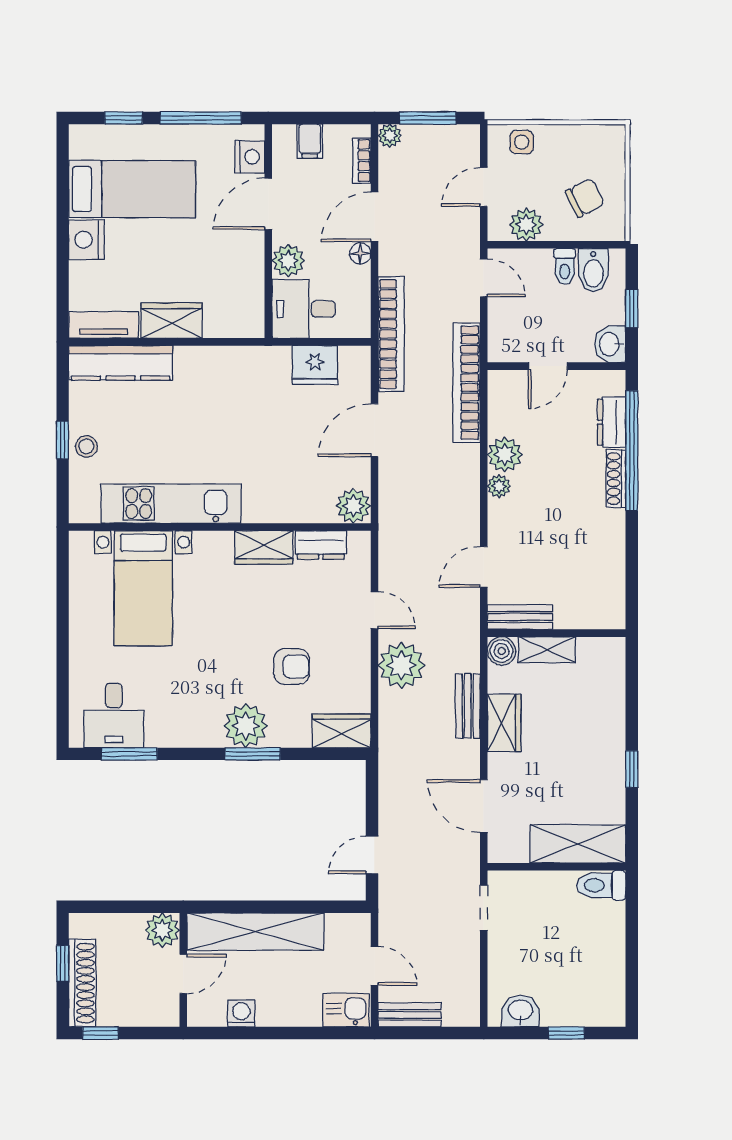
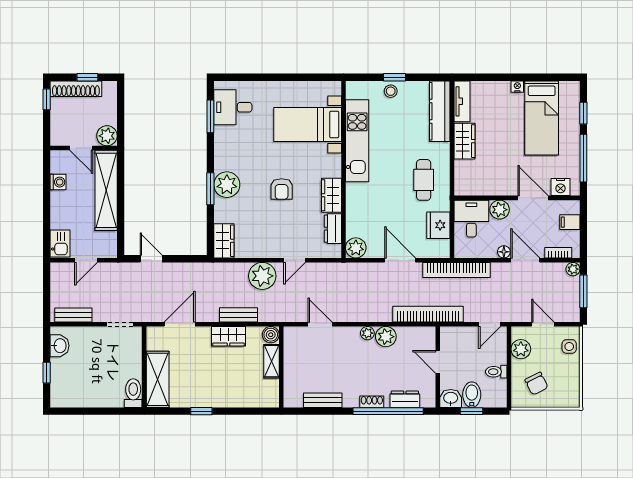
nightstand: (86, 240) -> (517, 87), width x0.53, depth x0.56
bidet: (593, 270) -> (472, 395), moved, turned 90
cafe table: (238, 390) -> (424, 180), added
shoe rack: (616, 479) -> (372, 402), width x0.70
bench: (520, 617) -> (323, 400), moved, turned 90
armchair: (292, 667) -> (282, 189), moved
bench: (410, 1015) -> (73, 315), moved, turned 90

